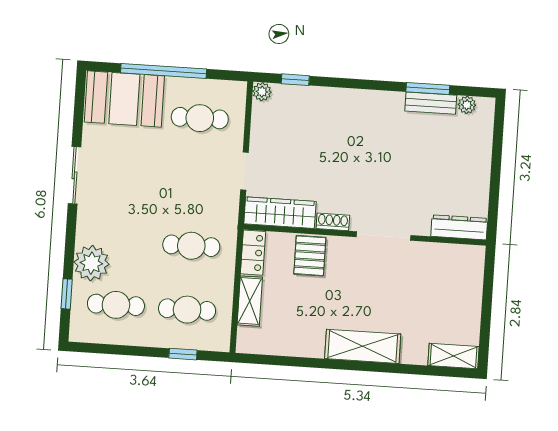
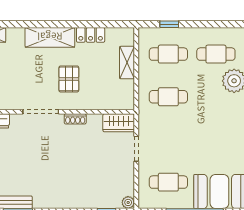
wardrobe: (280, 213) -> (119, 123), width x0.67
locker: (253, 253) -> (91, 35), moved, turned -90
pallet: (310, 256) -> (69, 79), moved

